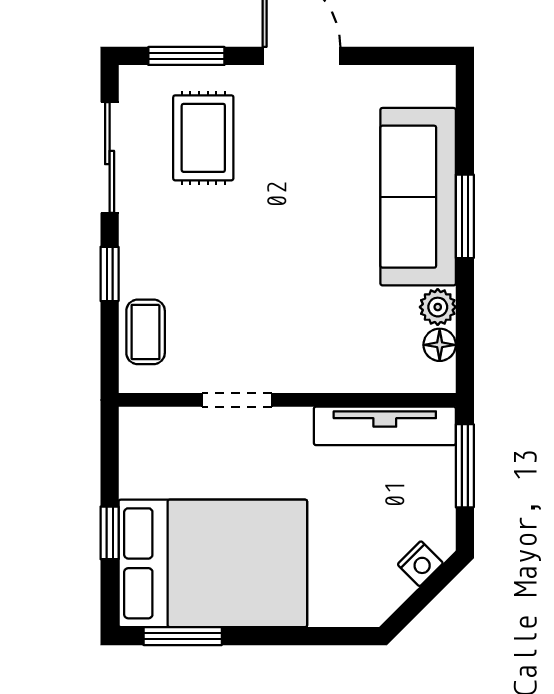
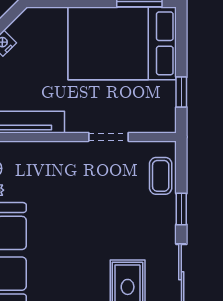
window: (110, 533) -> (181, 92), moved

